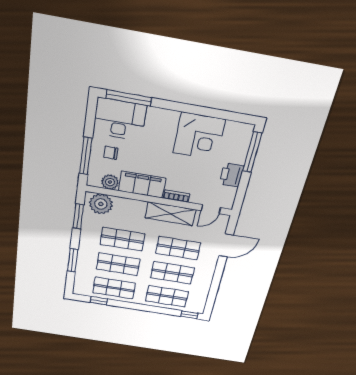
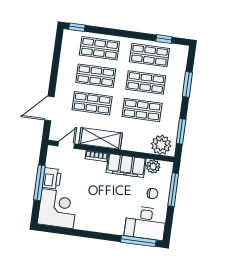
corner desk: (199, 136) -> (57, 209), moved, turned 90
window: (252, 152) -> (39, 183), moved

